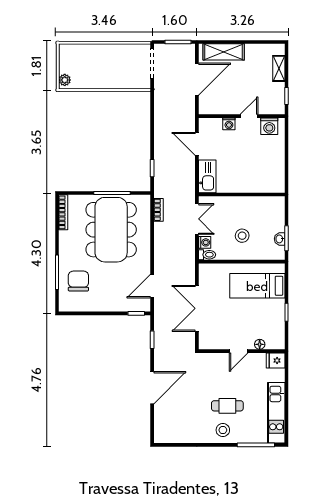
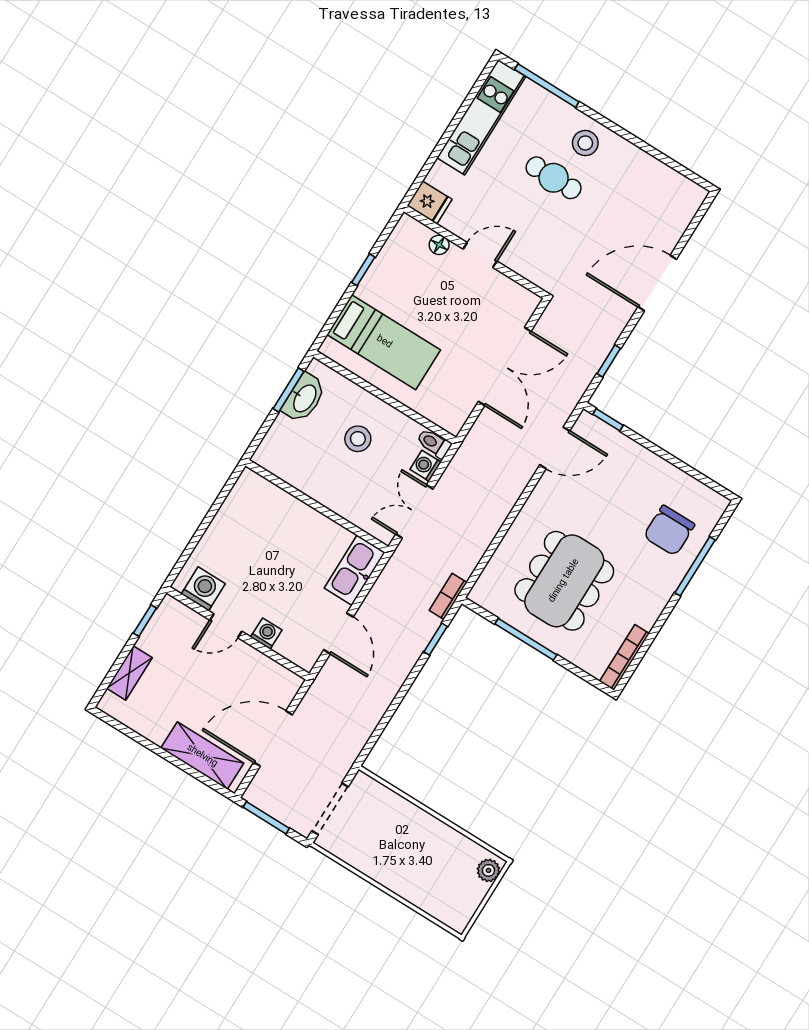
bookcase: (158, 210) -> (448, 596), moved
dining table: (111, 230) -> (564, 581), width x0.73, depth x0.80
washbasin: (280, 239) -> (304, 398), width x1.91, depth x1.45

